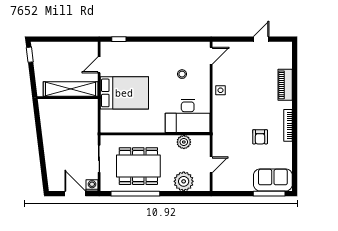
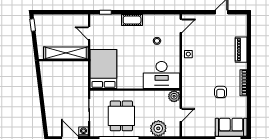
cot: (151, 48) -> (132, 20), added
door: (99, 65) -> (89, 33), hinge flipped
bed: (124, 93) -> (103, 69), moved, turned -90
plant: (184, 142) -> (174, 96), moved
dining table: (138, 166) -> (121, 116), width x0.73

